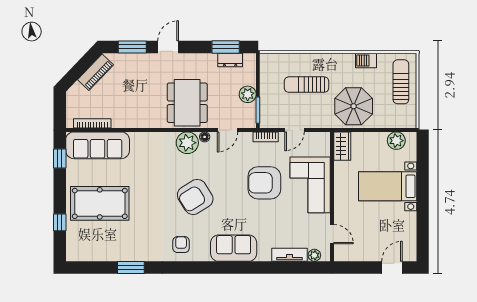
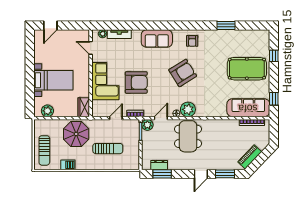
plant: (248, 94) -> (147, 125), moved

